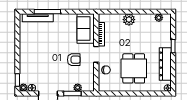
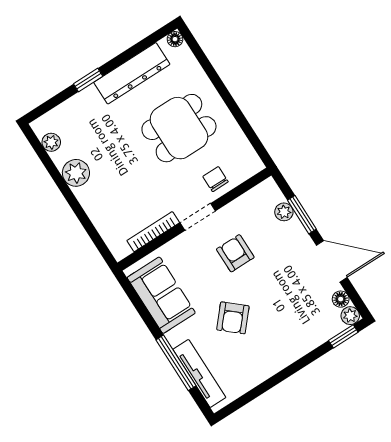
plant: (129, 20) -> (76, 173), moved
sofa: (86, 28) -> (161, 295), moved, turned -90
armchair: (50, 43) -> (233, 318), added

